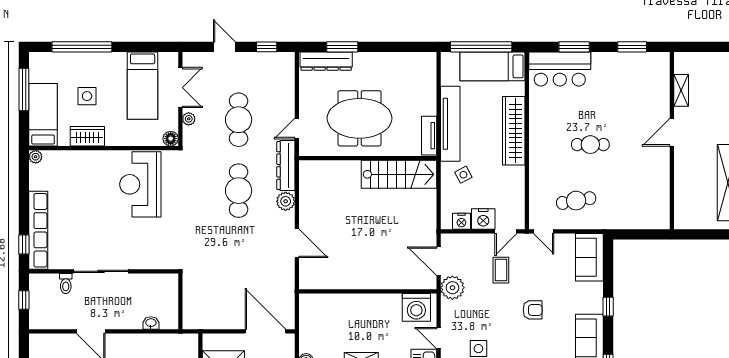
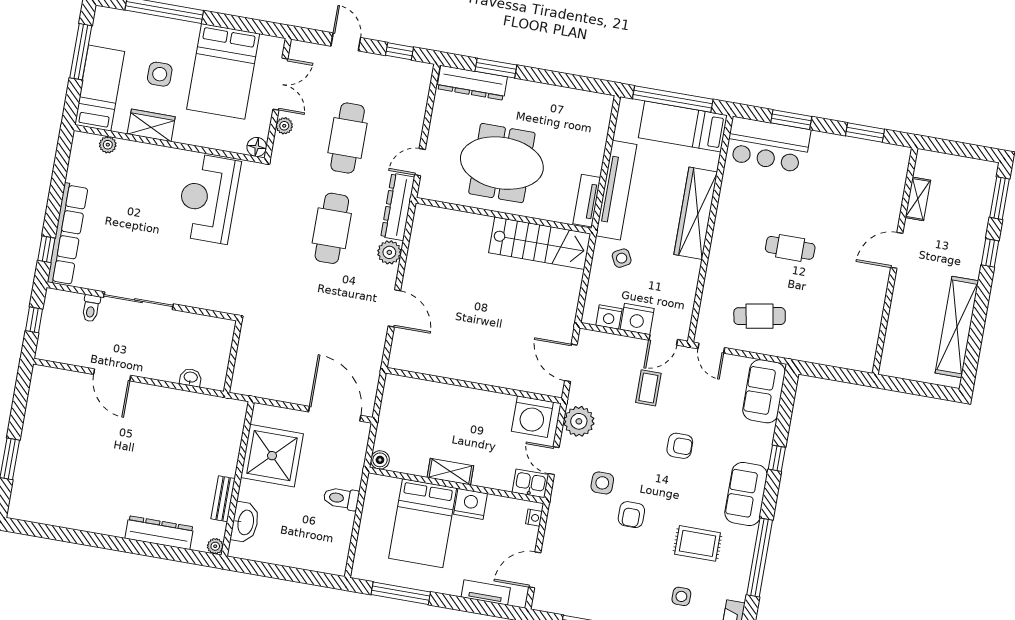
bed: (143, 86) -> (223, 71), width x1.50
plant: (36, 157) -> (108, 145), moved
plant: (452, 288) -> (579, 421), moved

